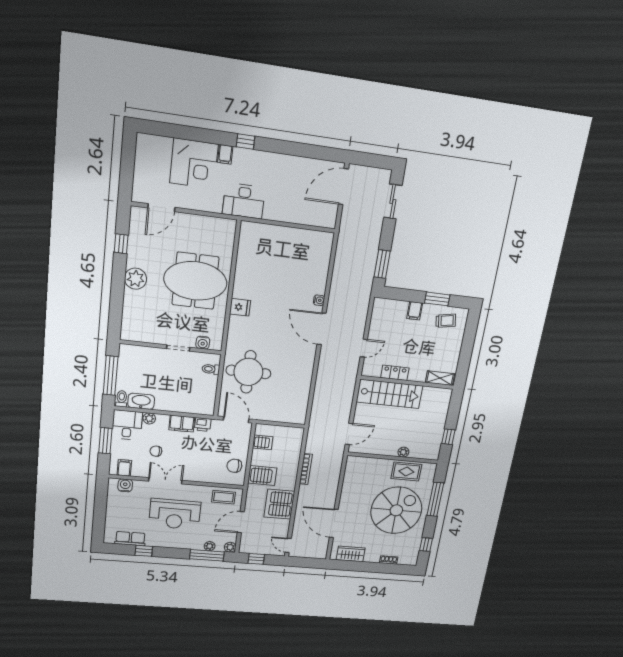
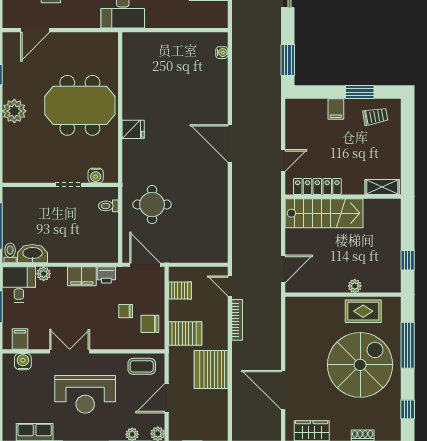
water cooler: (319, 300) -> (222, 53), moved
round table: (248, 372) -> (152, 205), width x0.73, depth x0.73
locker: (395, 373) -> (317, 186), width x1.53
chair: (156, 451) -> (126, 311), moved
door: (288, 545) -> (230, 286), moved

